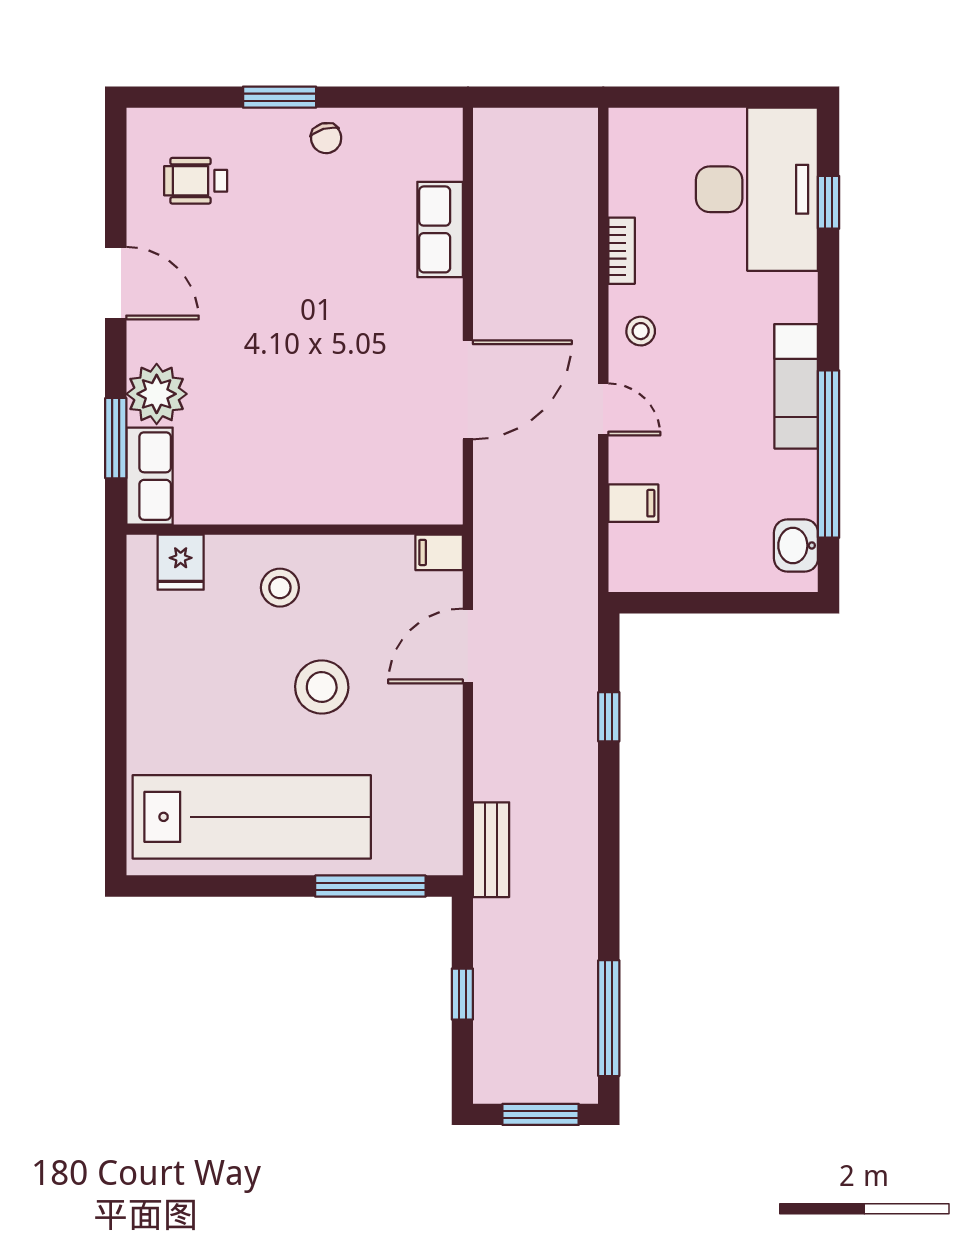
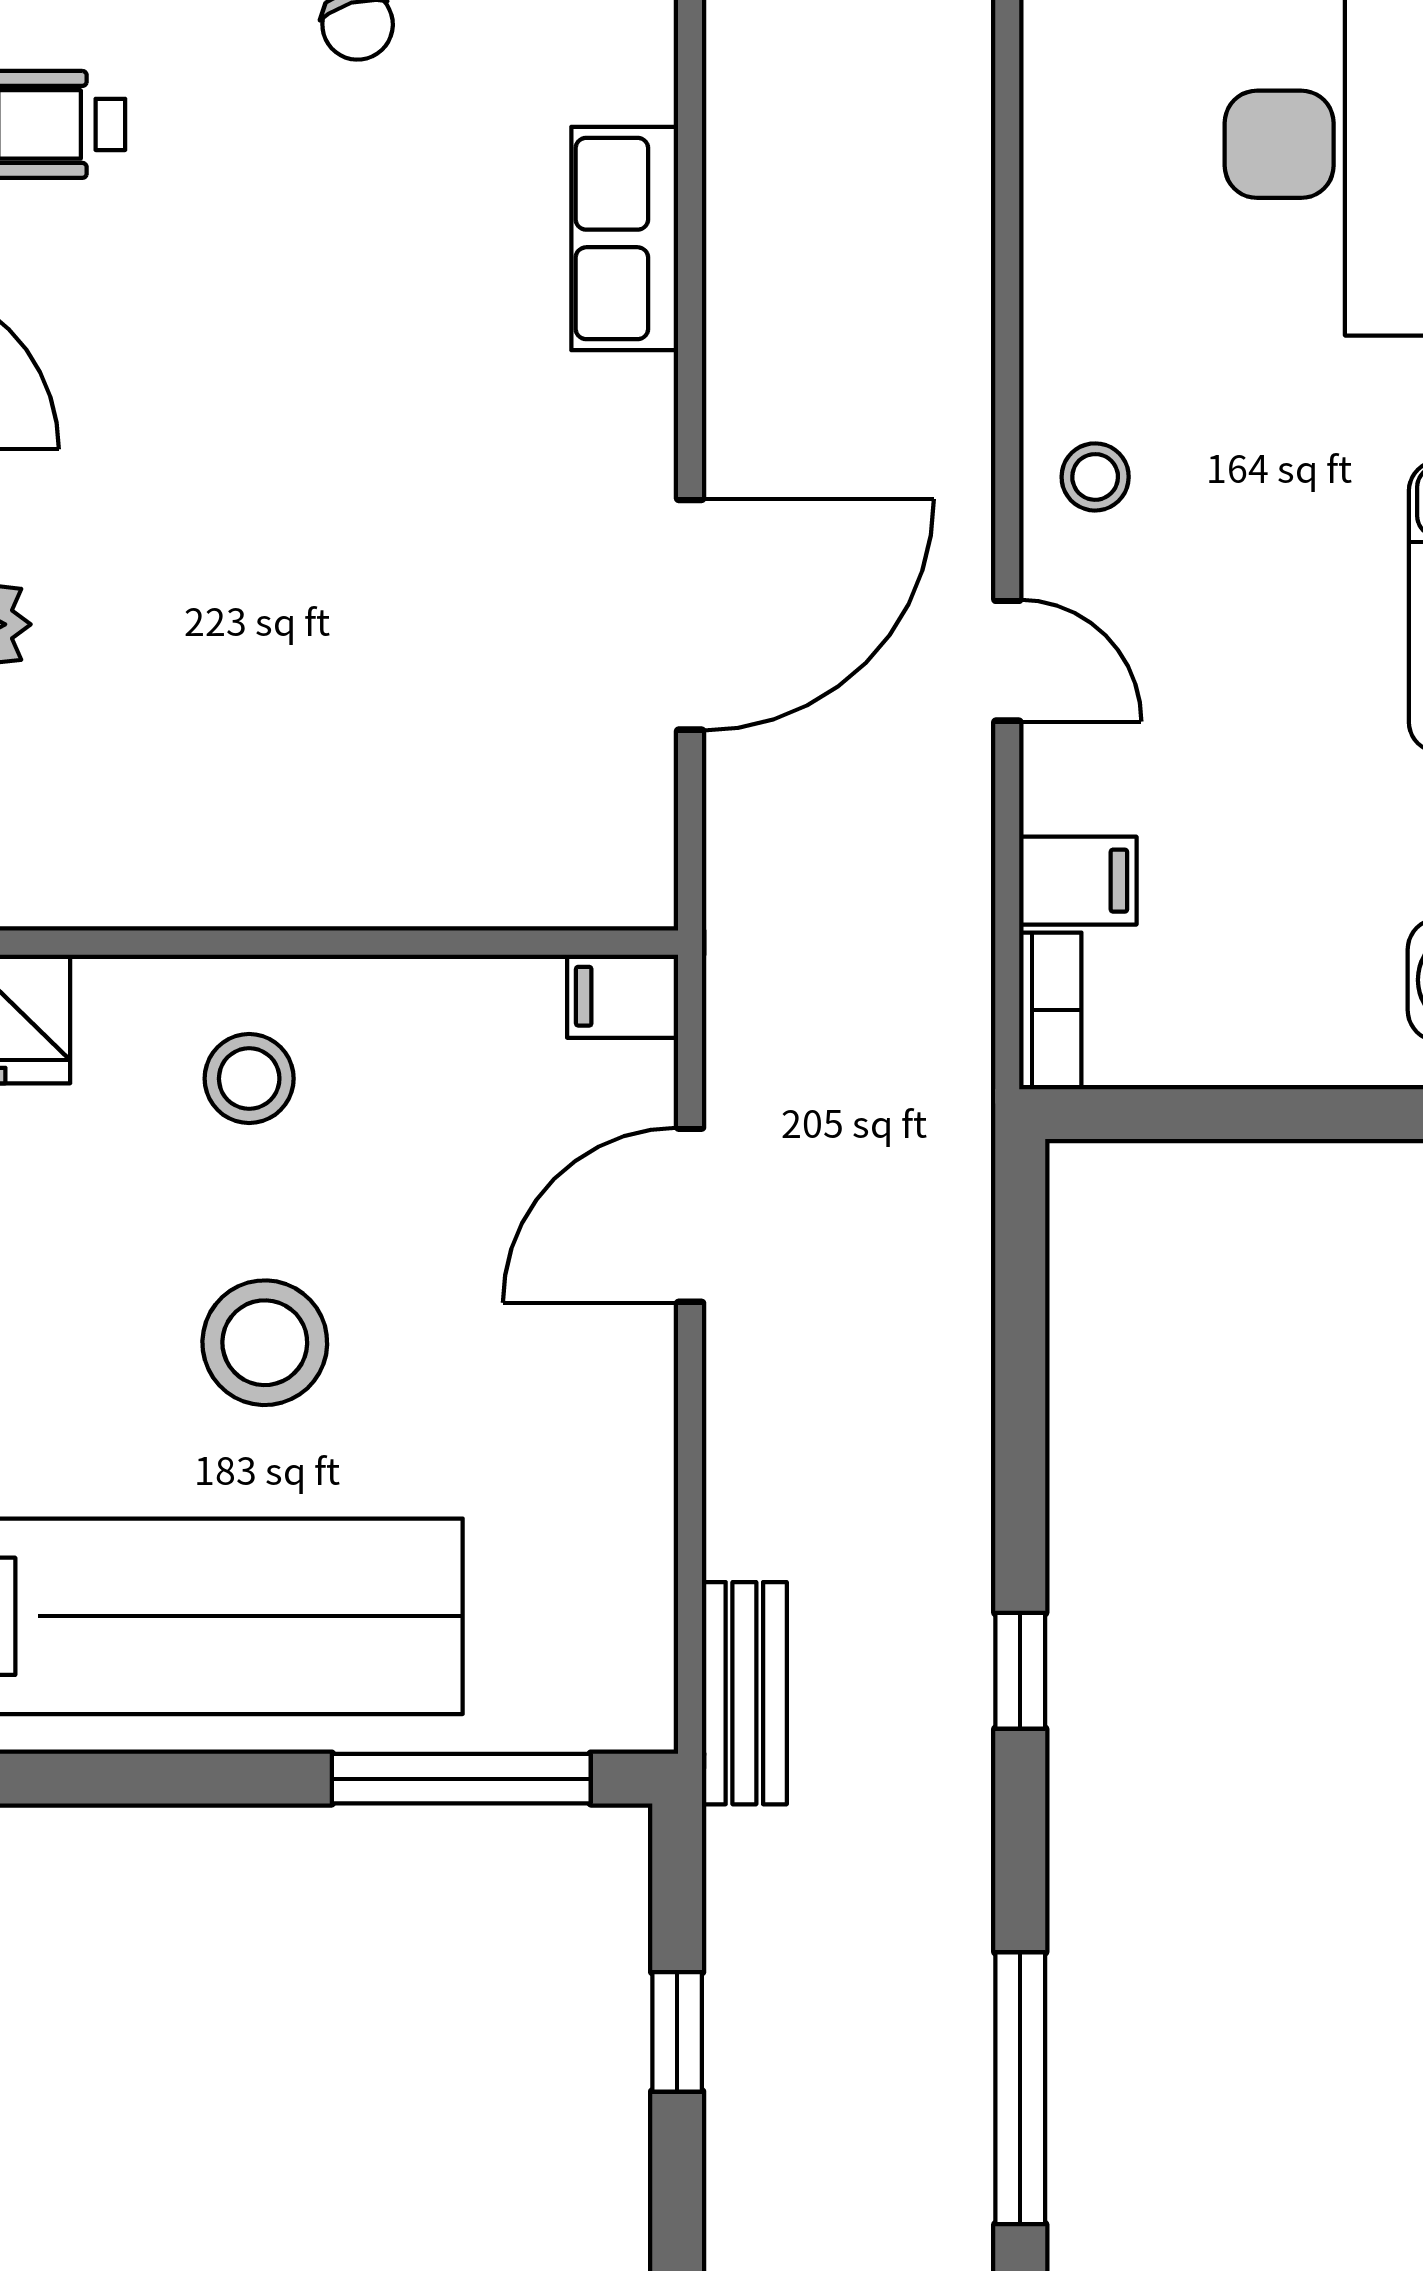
bookcase: (622, 251) -> (1050, 1010), moved
stool: (322, 687) -> (265, 1343), moved
window: (609, 717) -> (1020, 1671), moved

